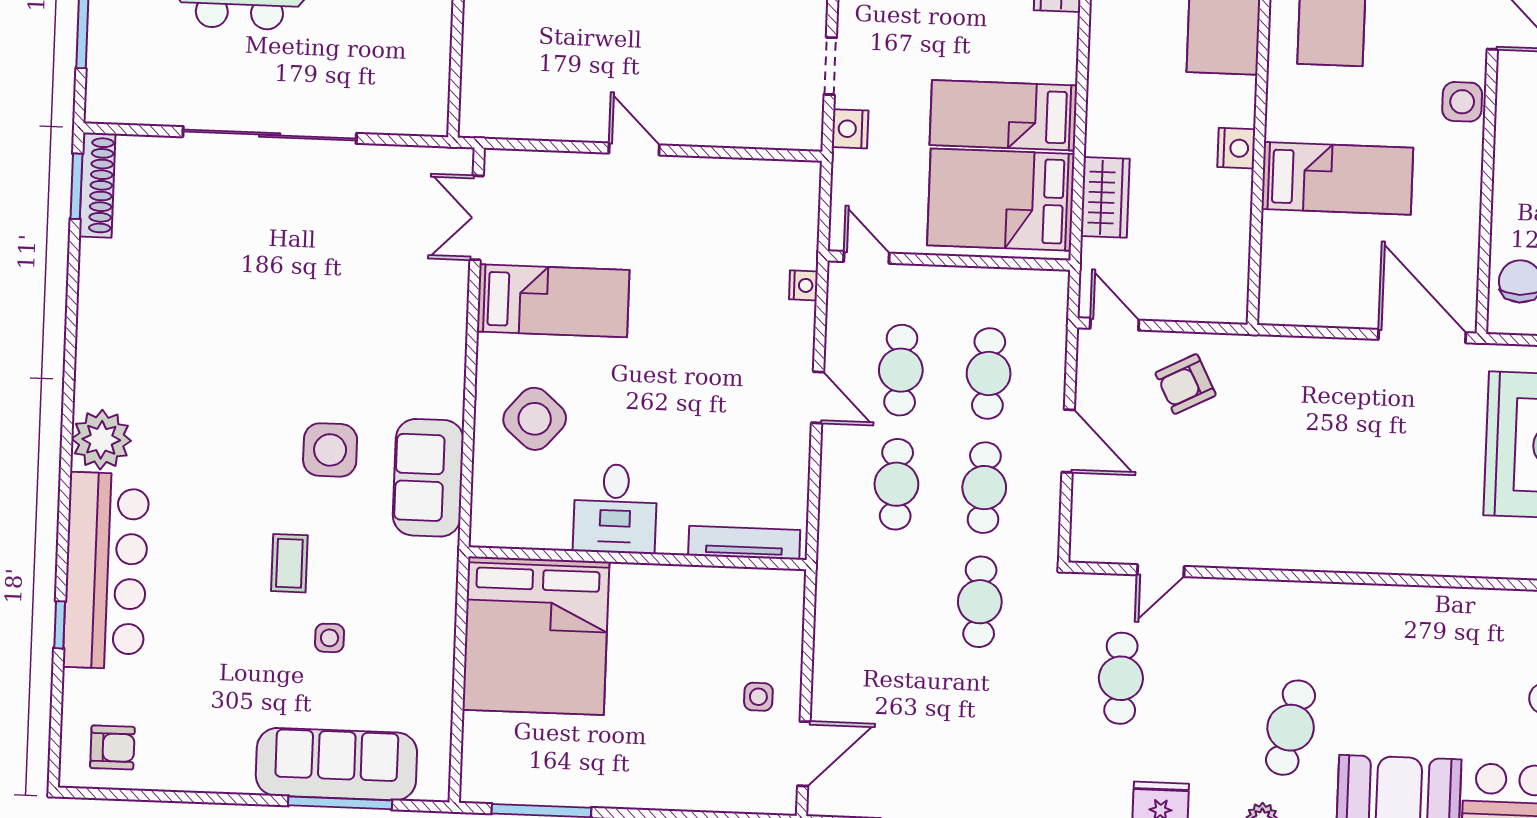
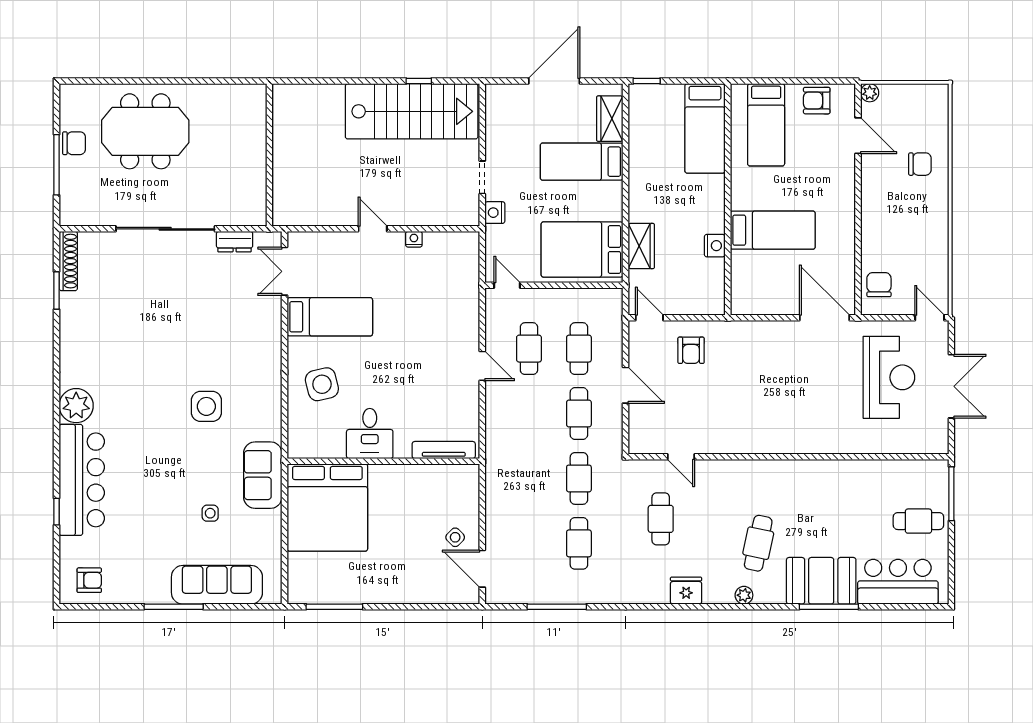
side table: (1462, 102) -> (842, 184), removed
bed: (1003, 115) -> (582, 162), moved
nightstand: (1236, 148) -> (715, 246), moved
dresser: (391, 162) -> (235, 242), added
window: (76, 186) -> (57, 291), moved
nightstand: (803, 285) -> (414, 239), moved, turned -90
armchair: (1186, 384) -> (691, 350), turned -63
side table: (535, 419) -> (322, 384), turned 35
sofa: (428, 478) -> (263, 475), moved
cafe table: (896, 484) -> (579, 543), moved
coffee table: (289, 563) -> (186, 472), removed
door: (1161, 571) -> (681, 457), hinge flipped
side table: (758, 697) -> (455, 537), turned 45
door: (804, 754) -> (482, 569), swing flipped
window: (340, 803) -> (174, 607), moved

